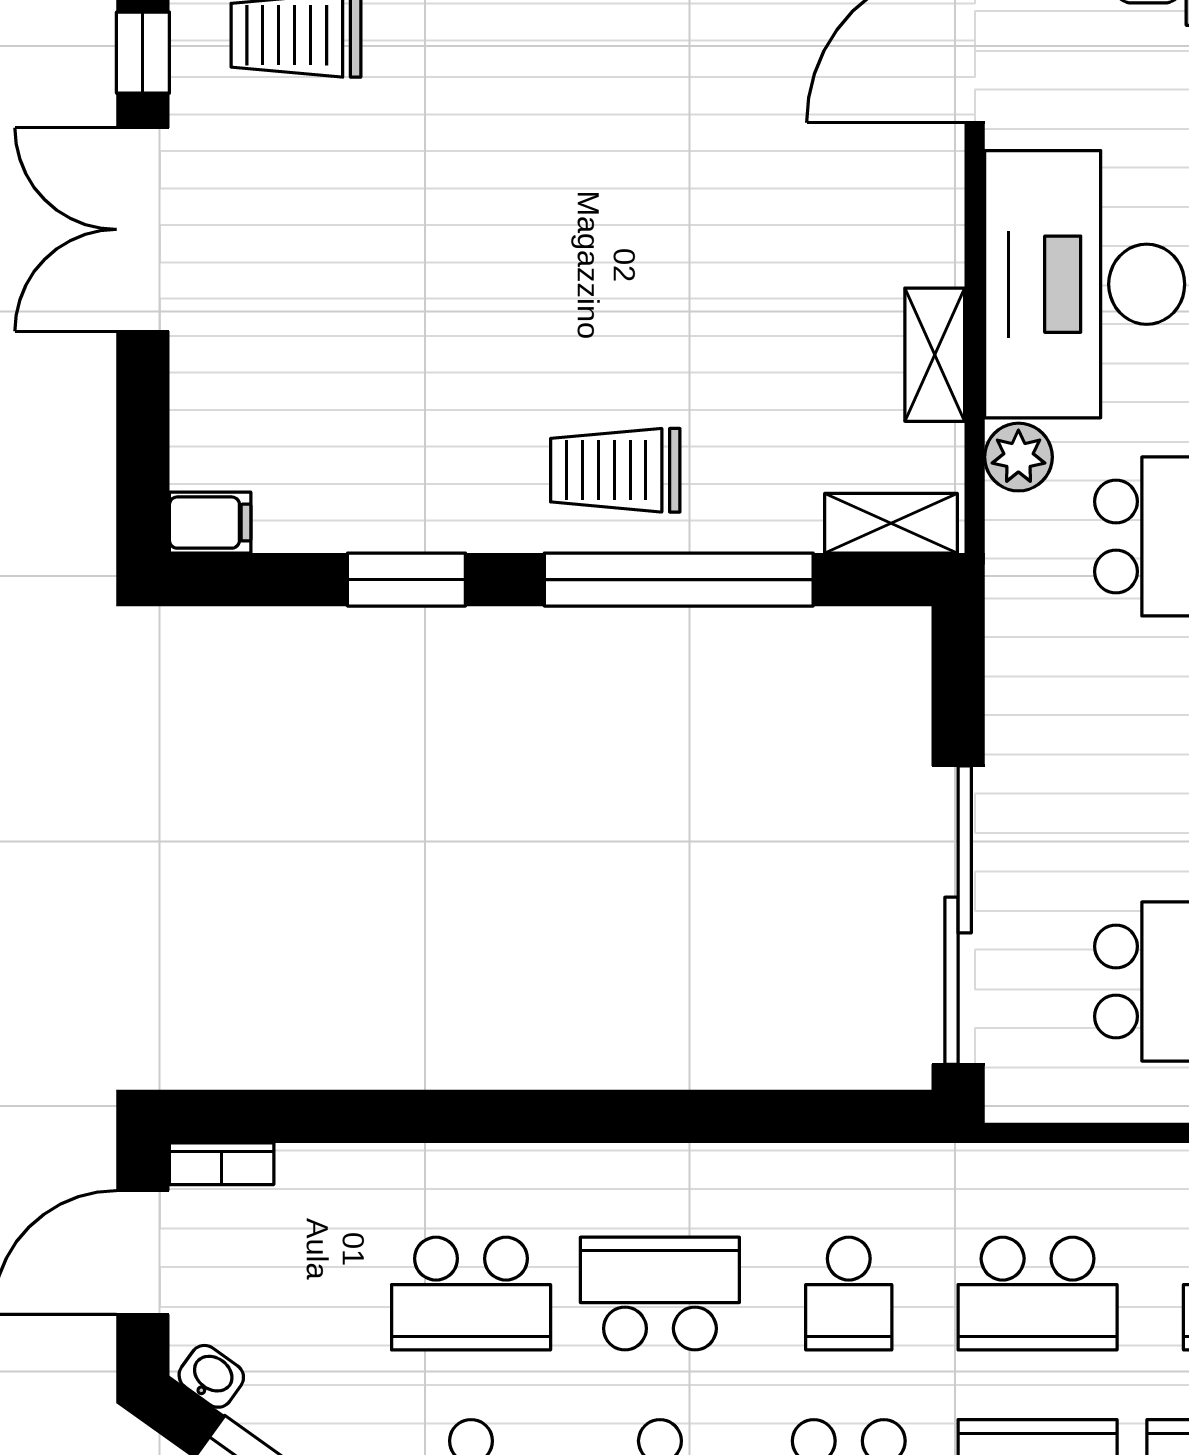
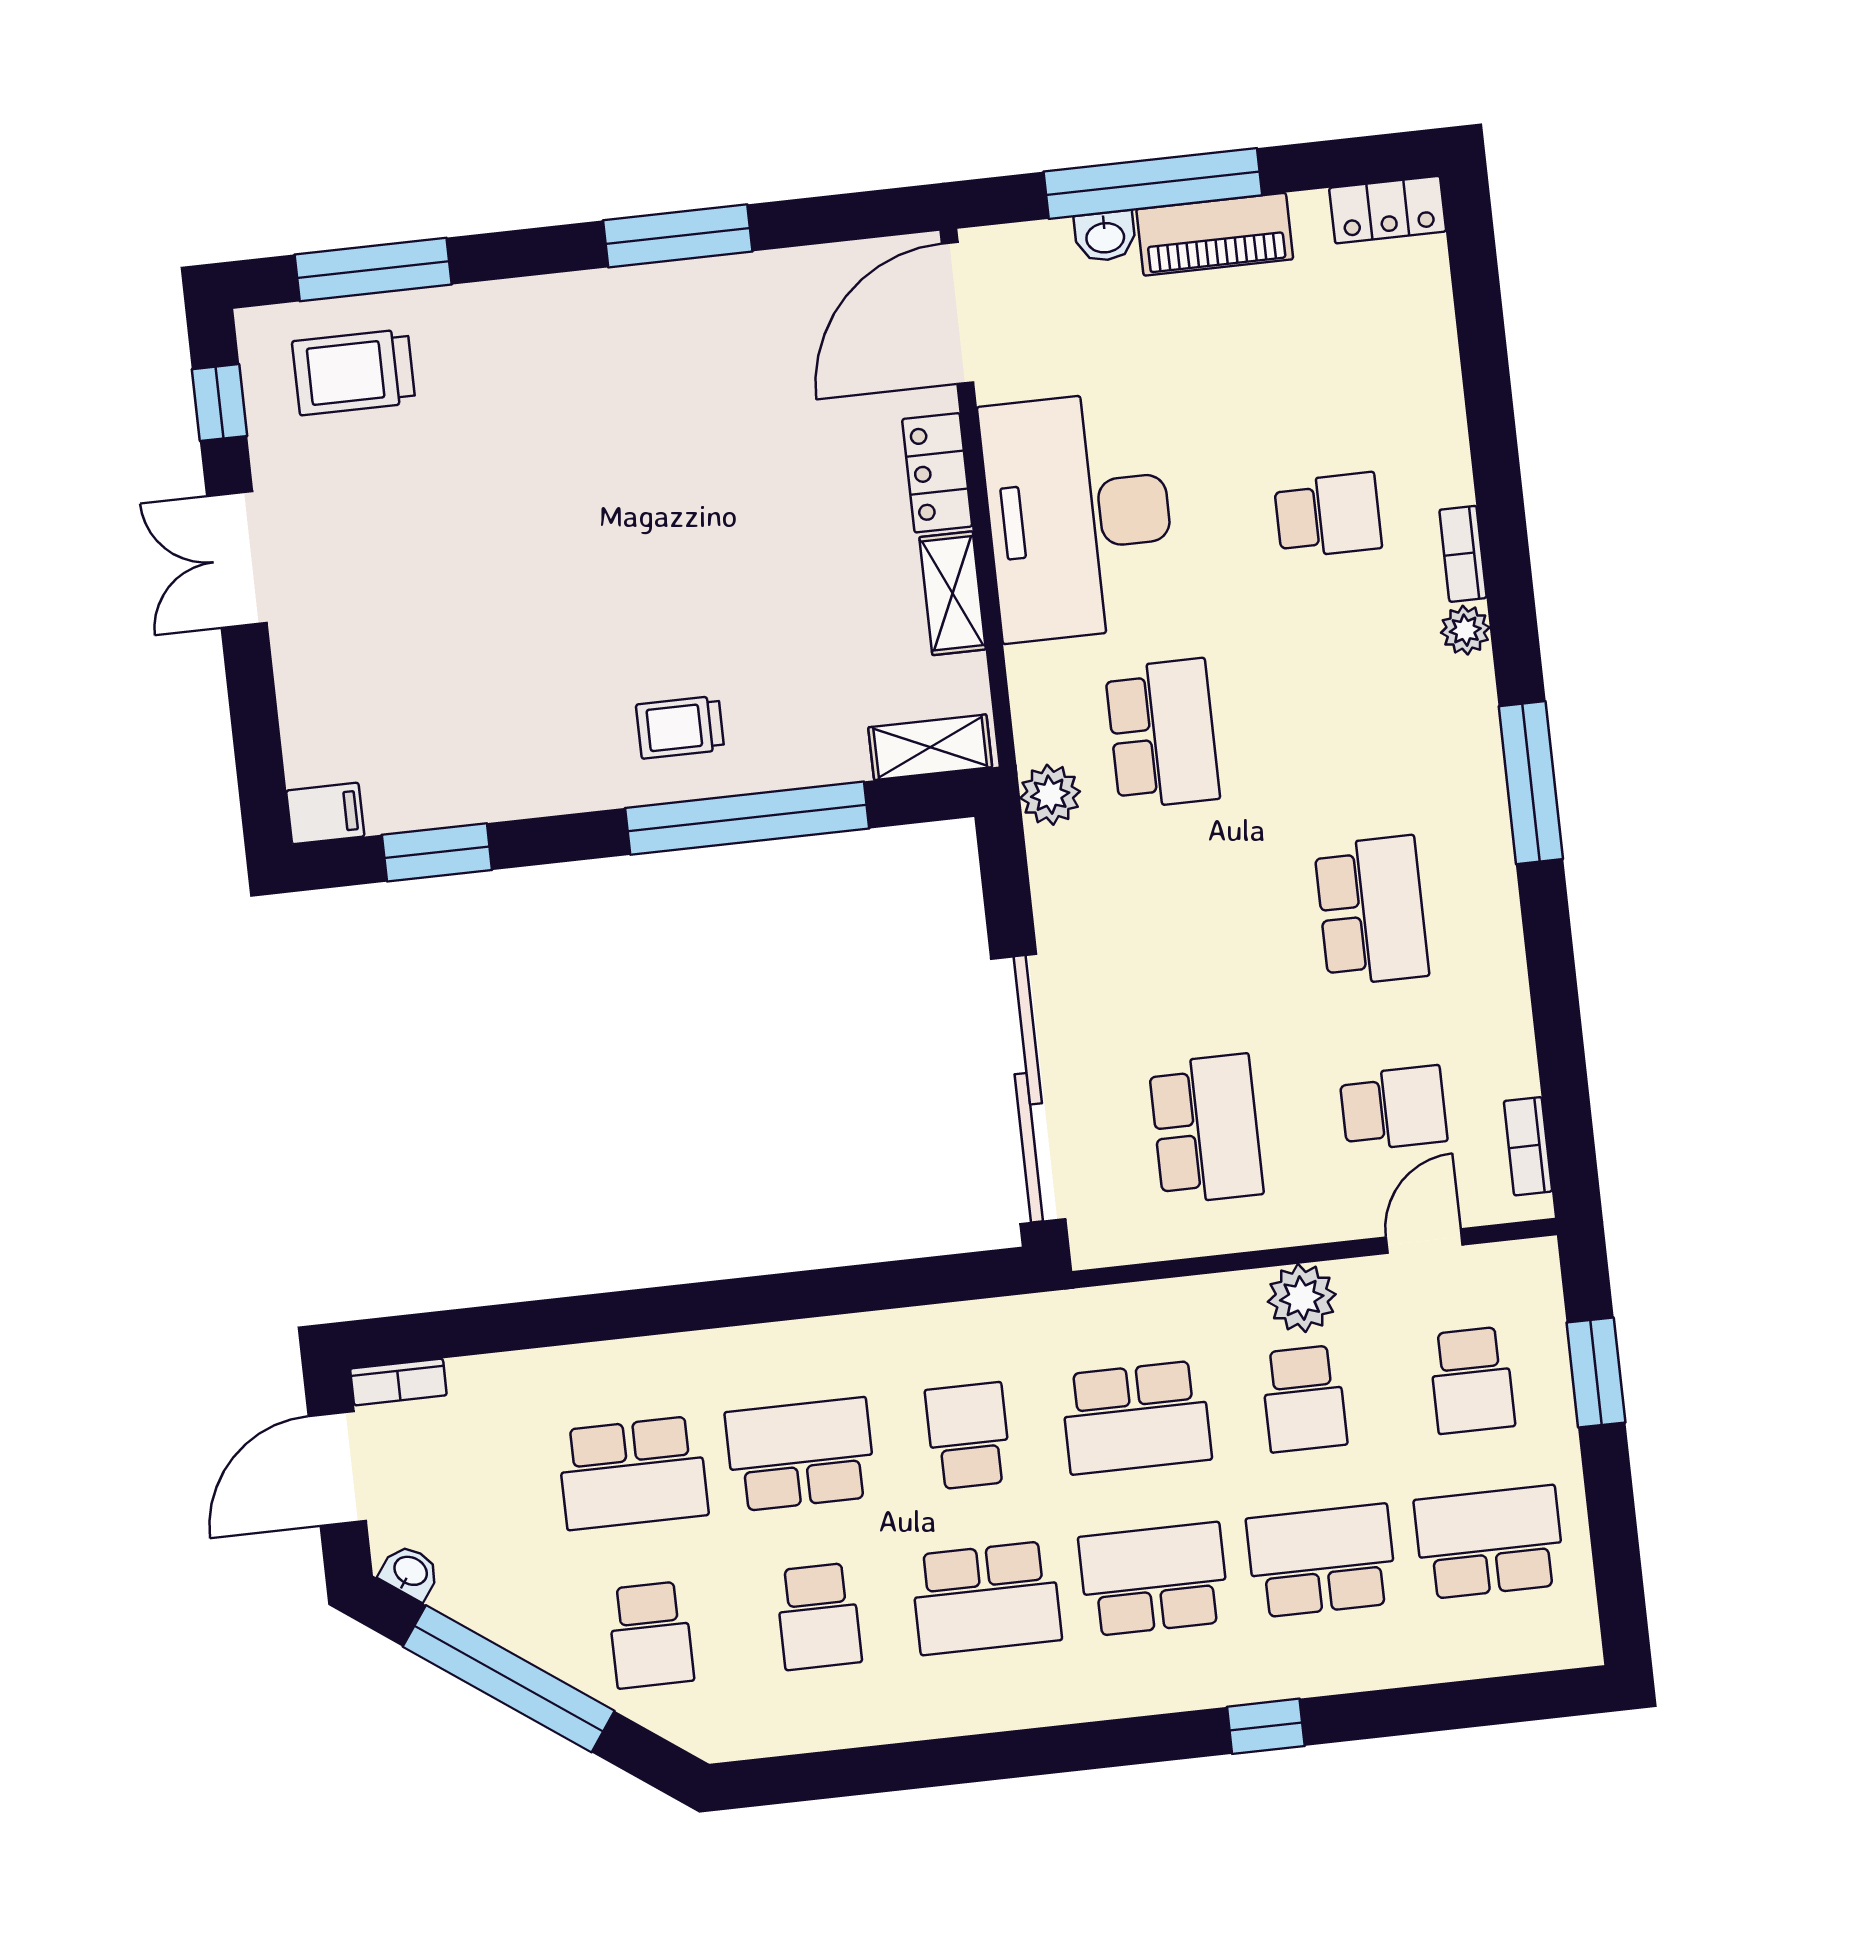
locker: (932, 219) -> (937, 473), added
double door: (143, 229) -> (237, 560), width x0.73
plant: (1018, 457) -> (1050, 795), moved
trolley: (615, 470) -> (680, 727), width x0.73, depth x0.72
window: (406, 580) -> (437, 852), moved
school desk: (849, 1294) -> (968, 1436), turned 180

